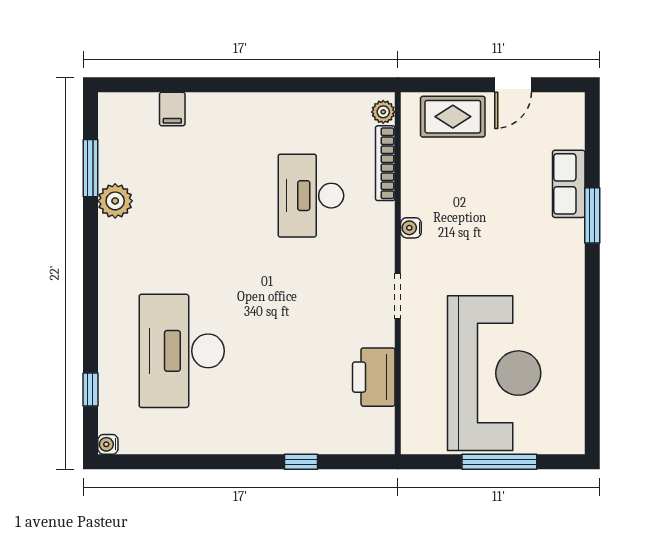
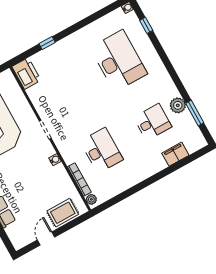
filing cabinet: (172, 109) -> (175, 154), width x2.00
desk: (182, 196) -> (153, 122), added
printer: (374, 377) -> (26, 73), moved

